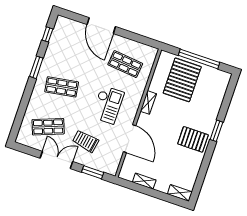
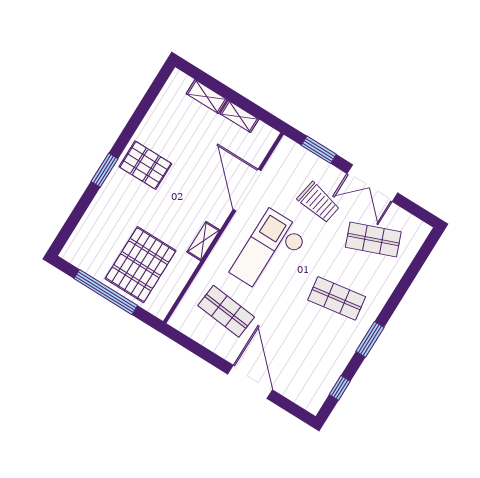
checkout: (108, 105) -> (269, 252), width x1.36, depth x1.21
shelving: (180, 193) -> (207, 97), moved

